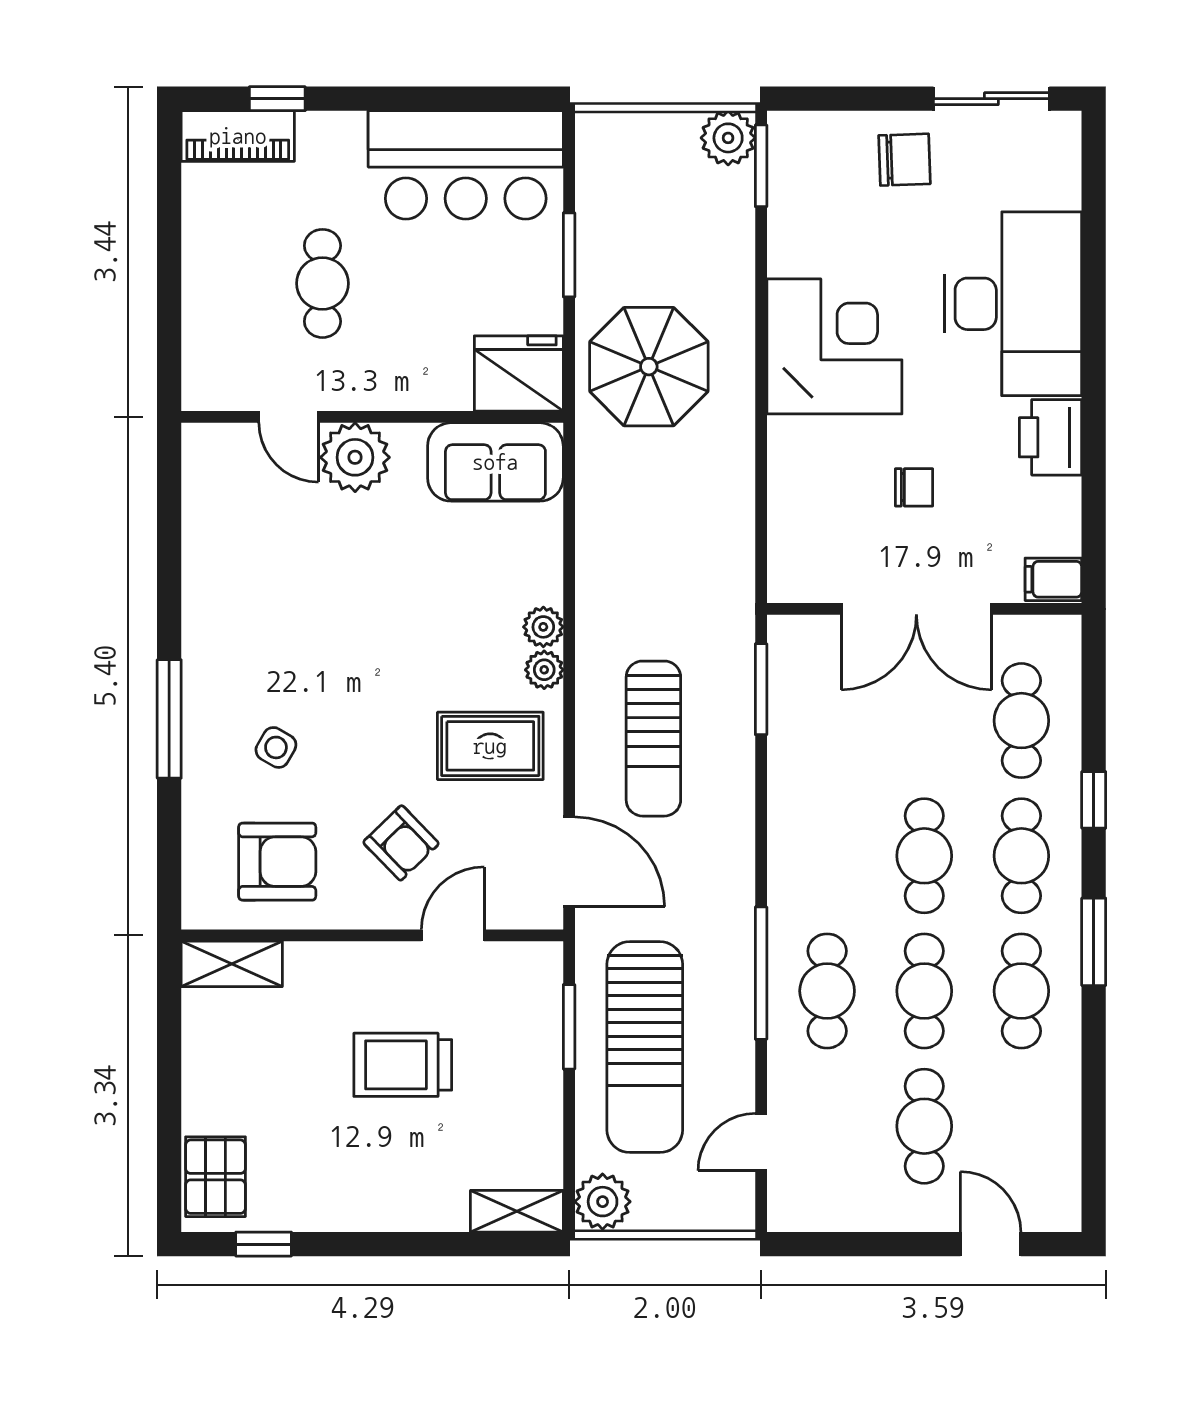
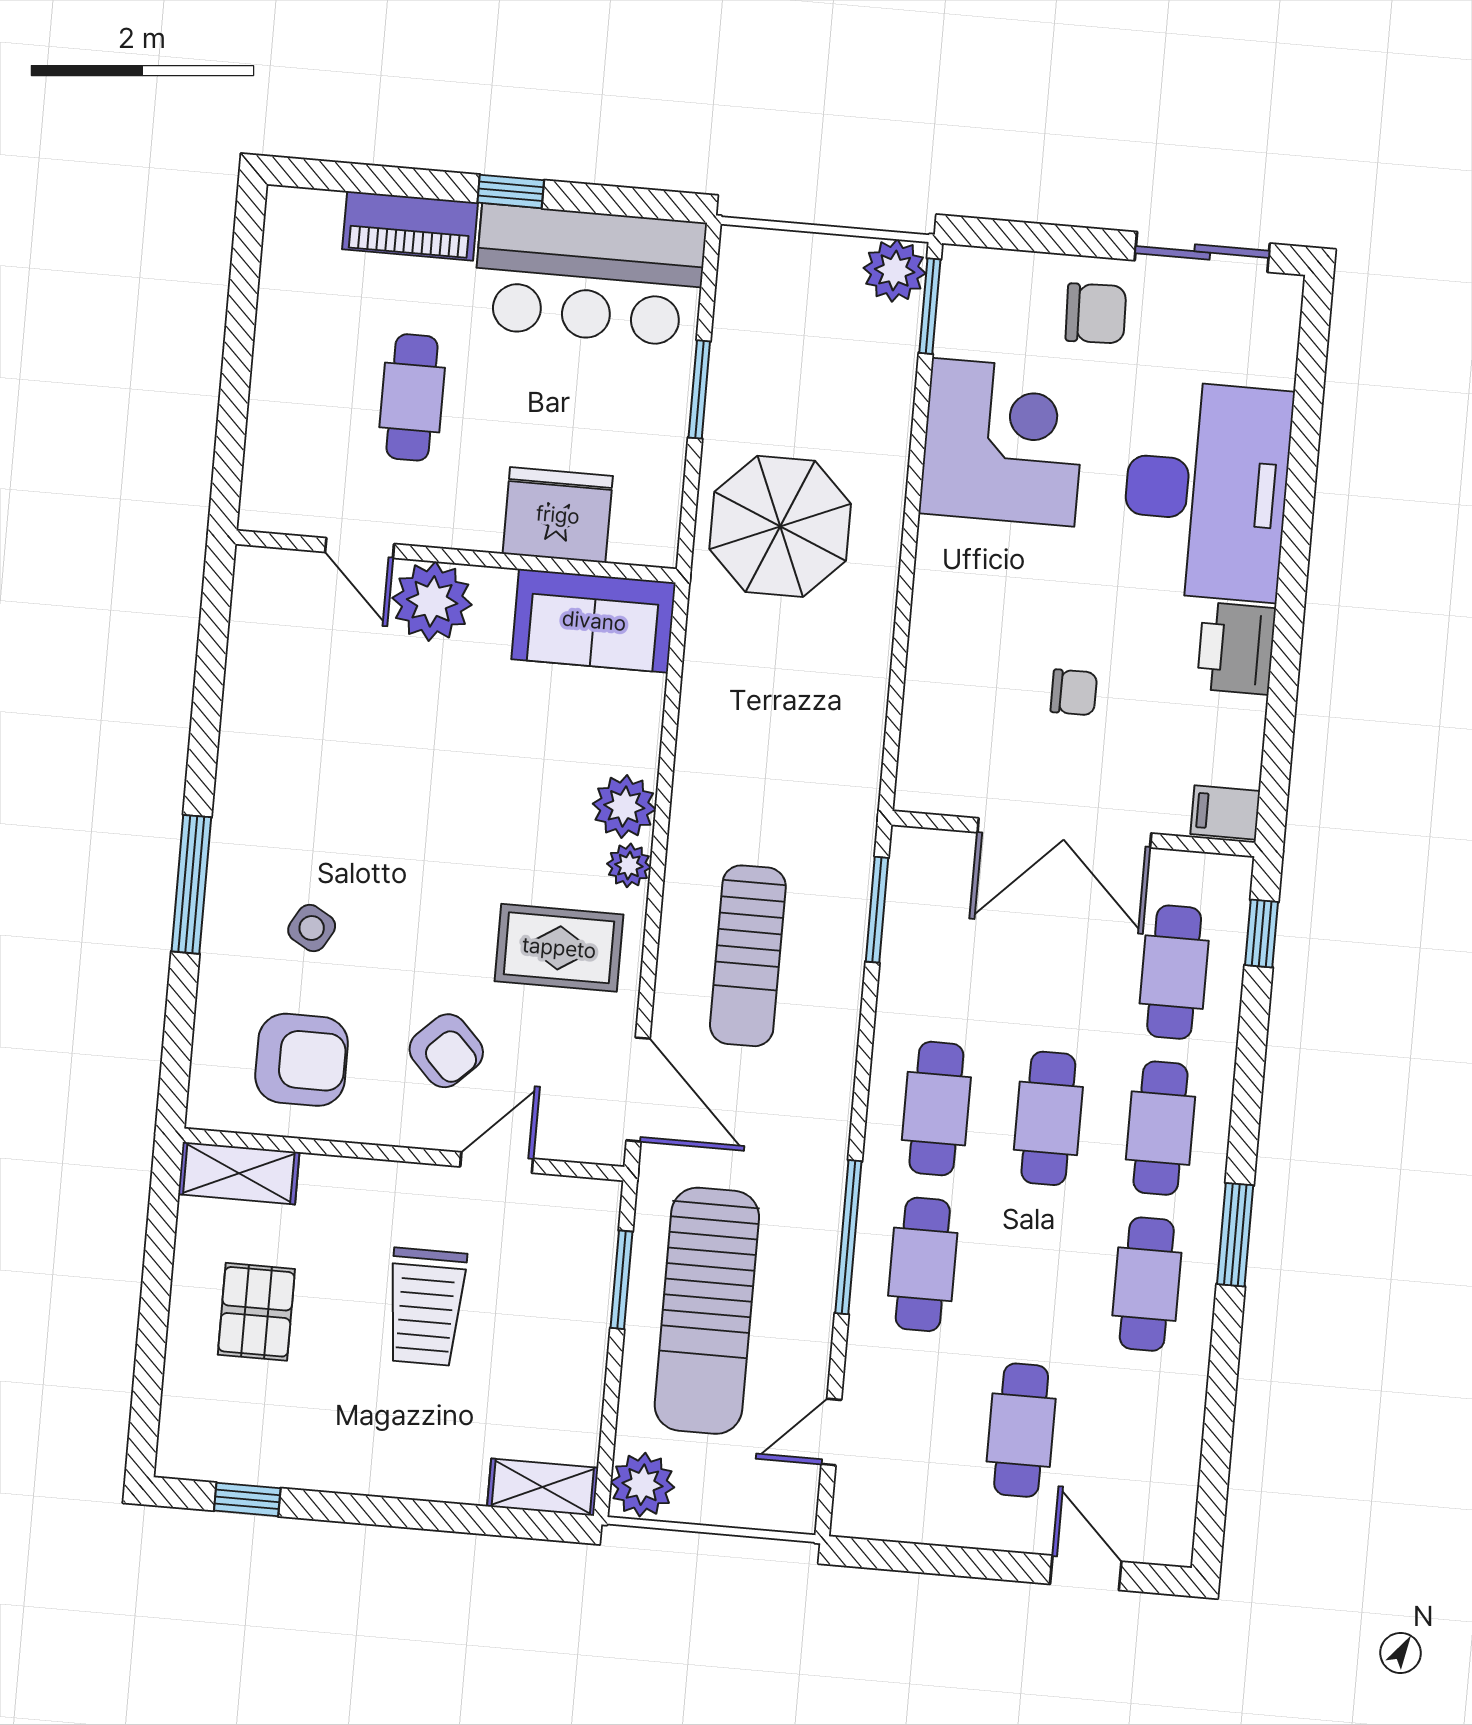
window: (277, 99) -> (511, 191), moved
piano: (238, 136) -> (410, 226), moved
corner desk: (834, 346) -> (1003, 442), moved
fridge: (519, 374) -> (558, 515), moved
plant: (543, 627) -> (624, 807), width x1.38, depth x1.38
window: (1094, 800) -> (1262, 934), moved
cafe table: (924, 991) -> (936, 1109), moved
trolley: (403, 1065) -> (426, 1307), turned -90
pallet: (215, 1177) -> (256, 1312), moved

